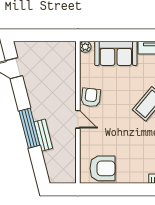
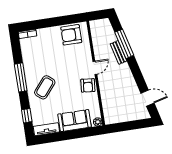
door: (78, 119) -> (95, 68), swing flipped
window: (29, 128) -> (124, 44), moved

